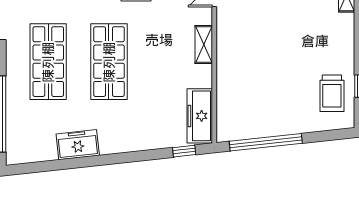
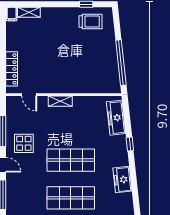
freezer: (200, 116) -> (116, 118), moved, turned 84
window: (184, 151) -> (130, 144), moved

